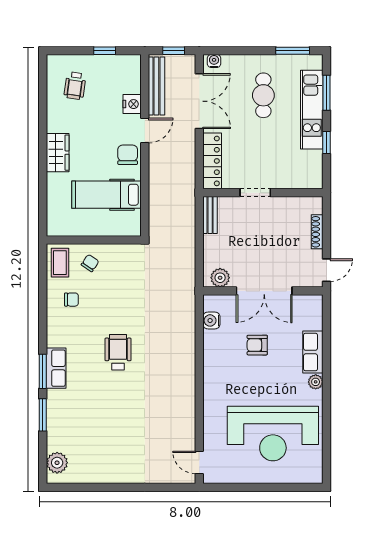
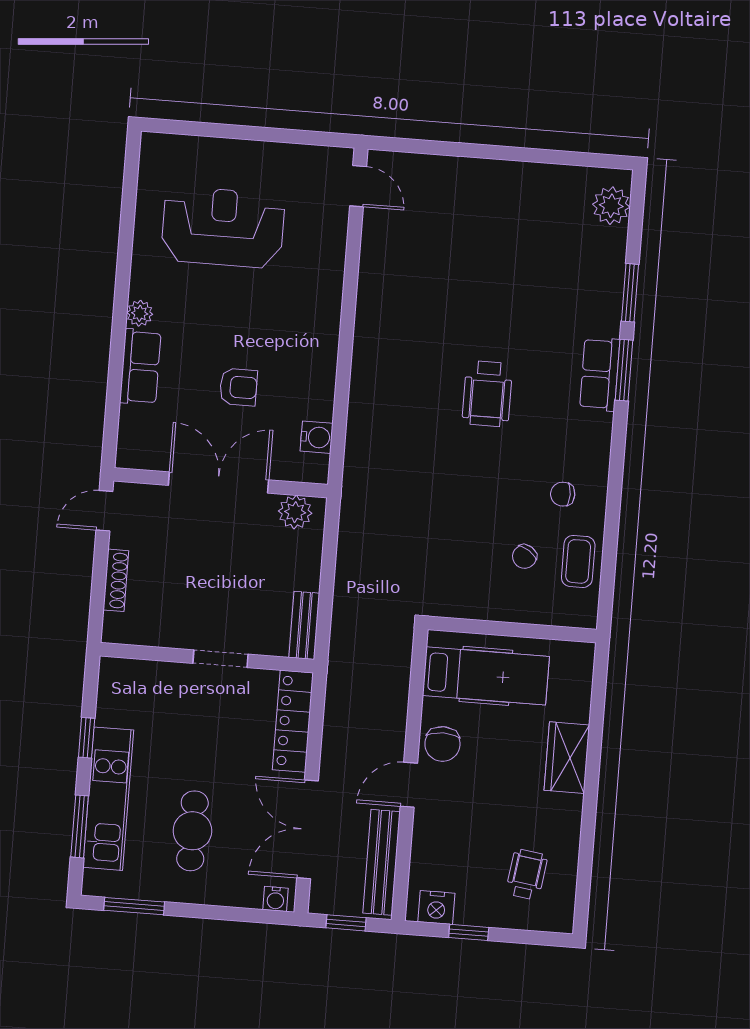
nightstand: (132, 104) -> (436, 907), moved, turned -90
wall: (94, 240) -> (512, 630), moved
reception desk: (273, 434) -> (223, 227), width x0.74, depth x0.77

